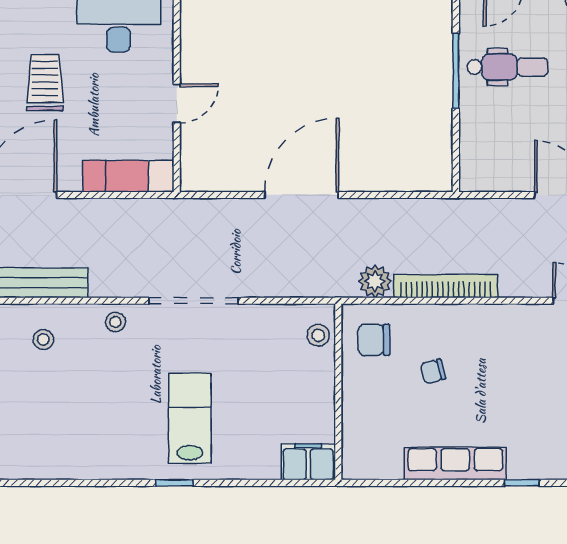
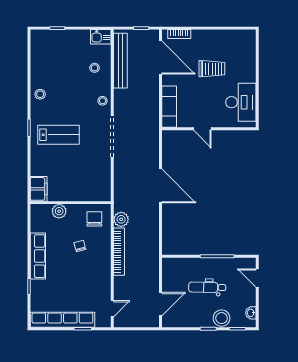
dental chair: (508, 67) -> (207, 287), moved, turned 91
stool: (318, 335) -> (40, 94), moved
plant: (357, 417) -> (59, 211), added

